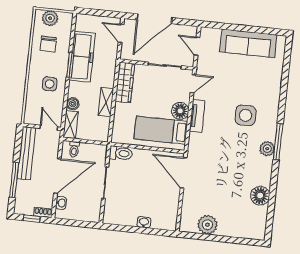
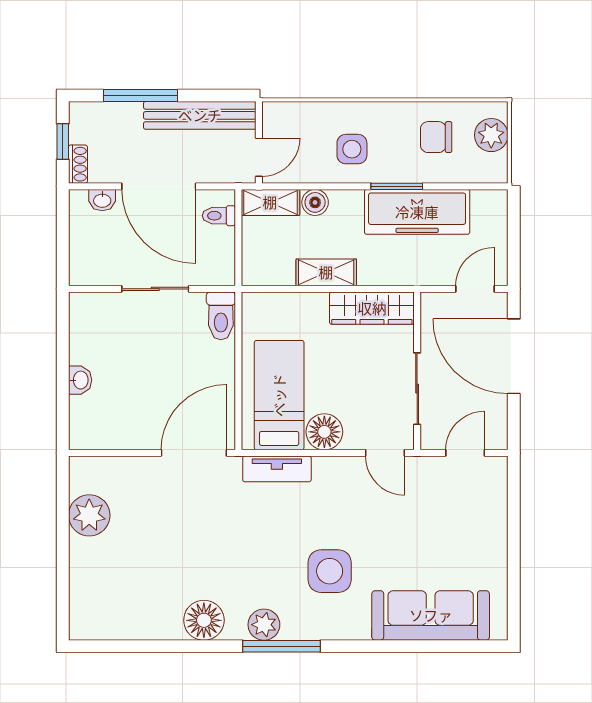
sofa: (248, 43) -> (431, 615), moved, turned 90
tv unit: (197, 116) -> (277, 469), moved
floor lamp: (260, 196) -> (204, 620), moved

